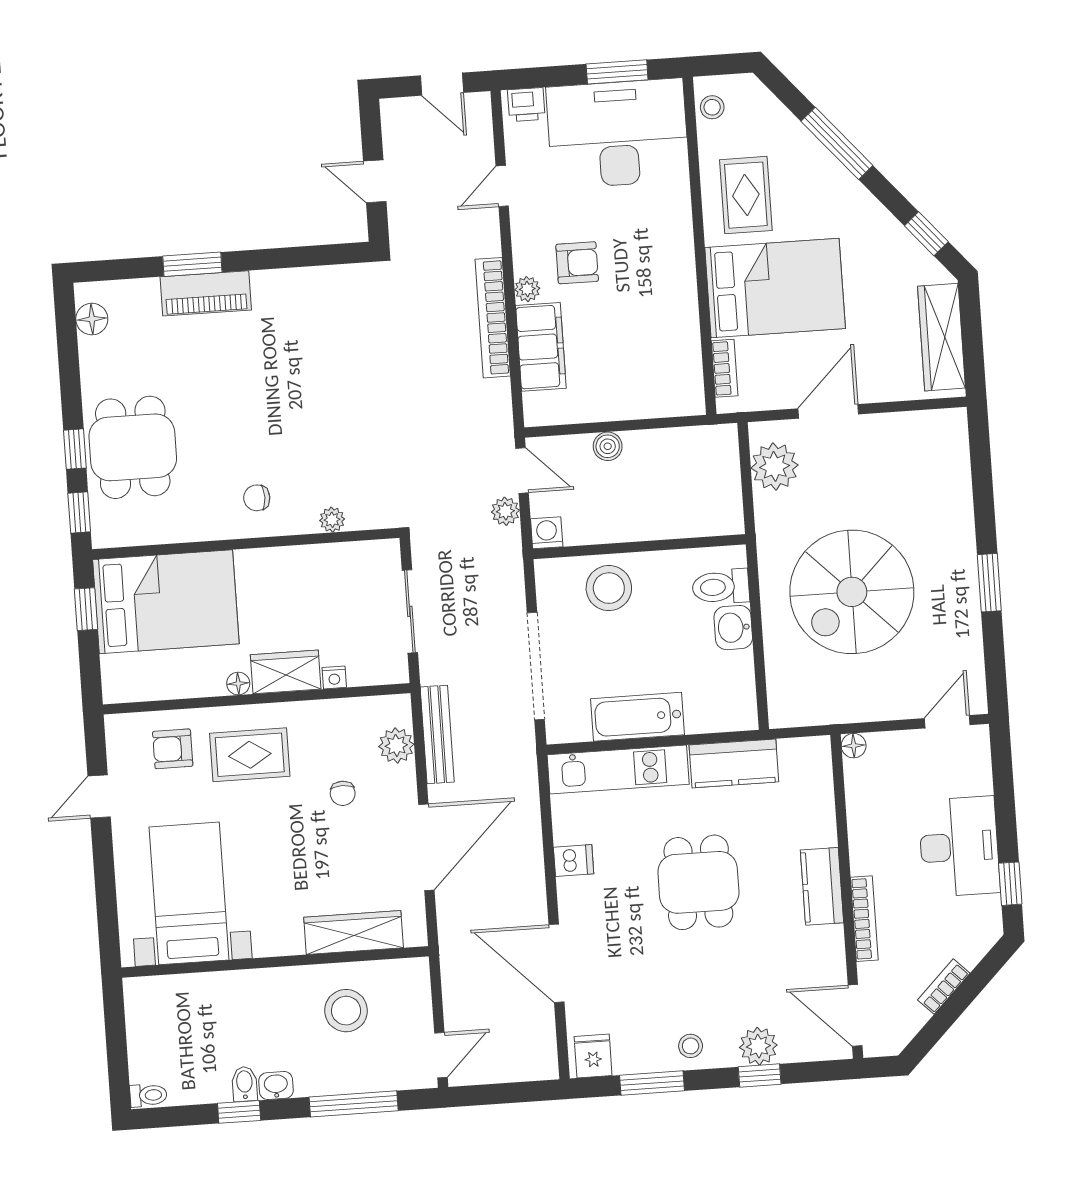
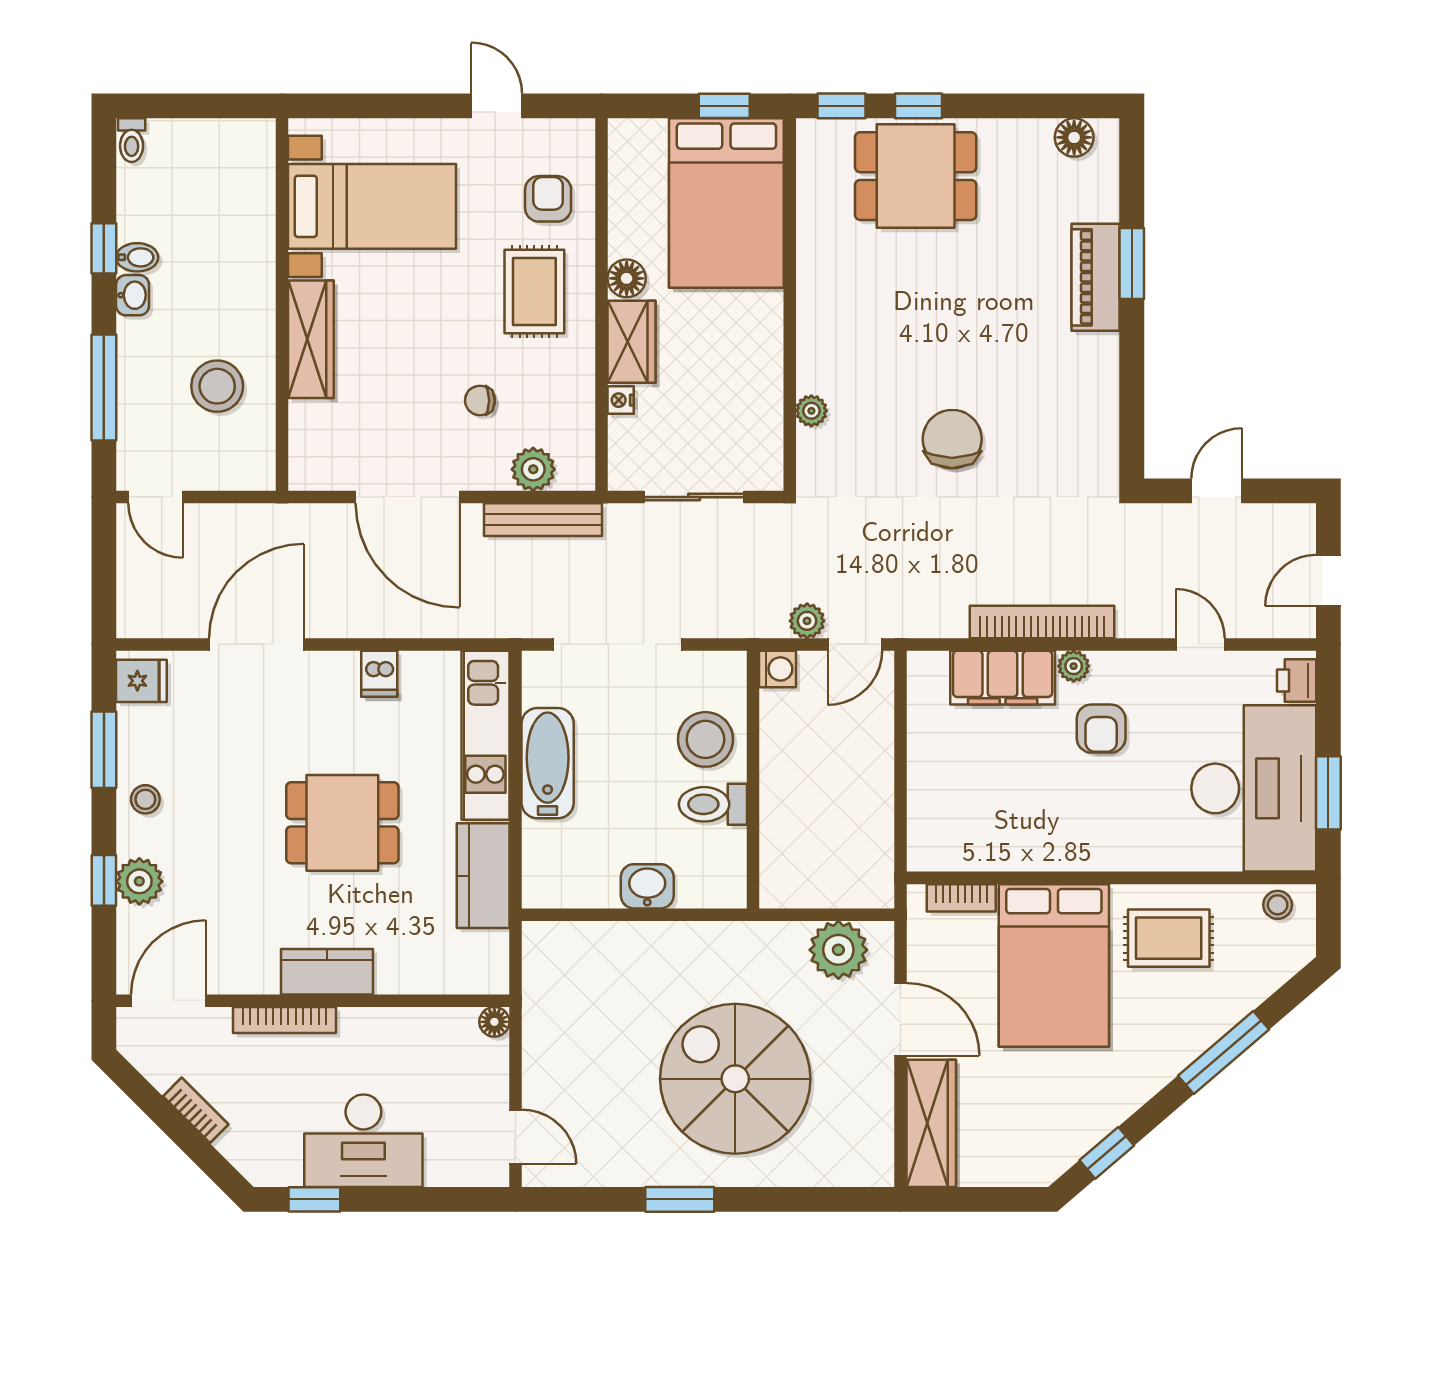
wardrobe: (941, 337) -> (931, 1123), moved, turned 90
boiler: (608, 446) -> (877, 750), removed
chair: (257, 498) -> (952, 439), moved, width x1.87, depth x1.87
toilet: (721, 587) -> (713, 804), moved, turned -90
spiral stairs: (852, 592) -> (735, 1079), moved
floor lamp: (238, 684) -> (627, 278), width x1.37, depth x1.37
wardrobe: (354, 932) -> (311, 339), moved

